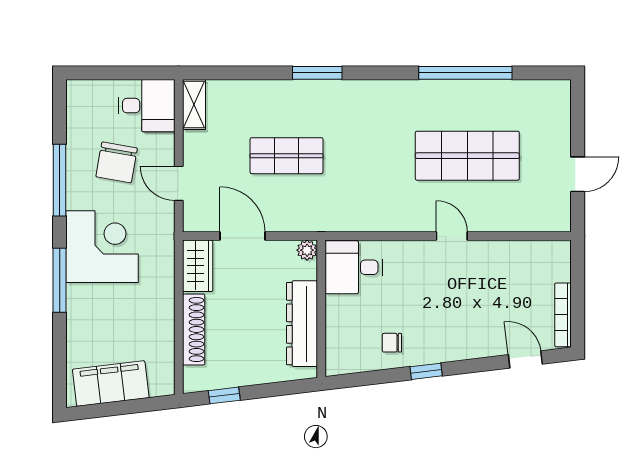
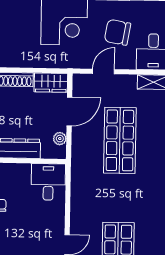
shop shelf: (287, 156) -> (120, 140), width x1.43, depth x1.36
plant: (307, 250) -> (60, 139), moved

